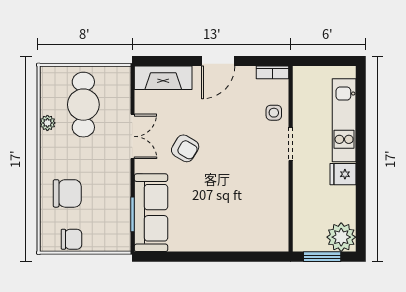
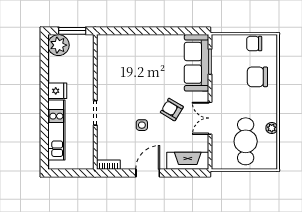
side table: (274, 113) -> (142, 125), moved

